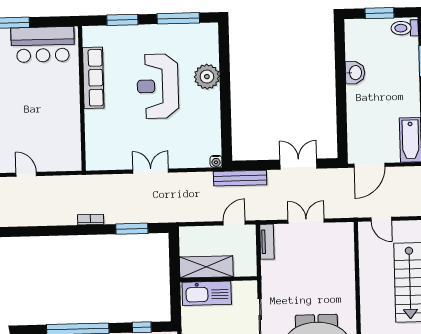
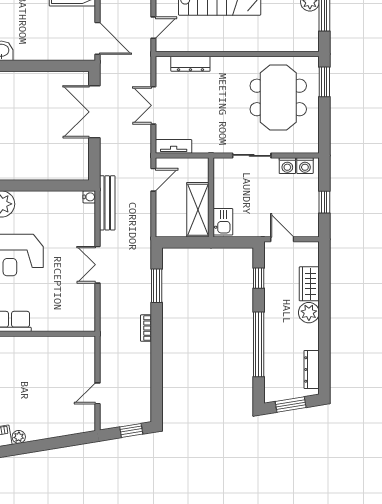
double door: (298, 164) -> (94, 112), width x1.37
bench: (240, 178) -> (107, 203), moved
door: (234, 223) -> (153, 180), swing flipped
dresser: (347, 256) -> (190, 64), added
kitchen sink: (207, 293) -> (223, 222), width x0.53, depth x0.81

